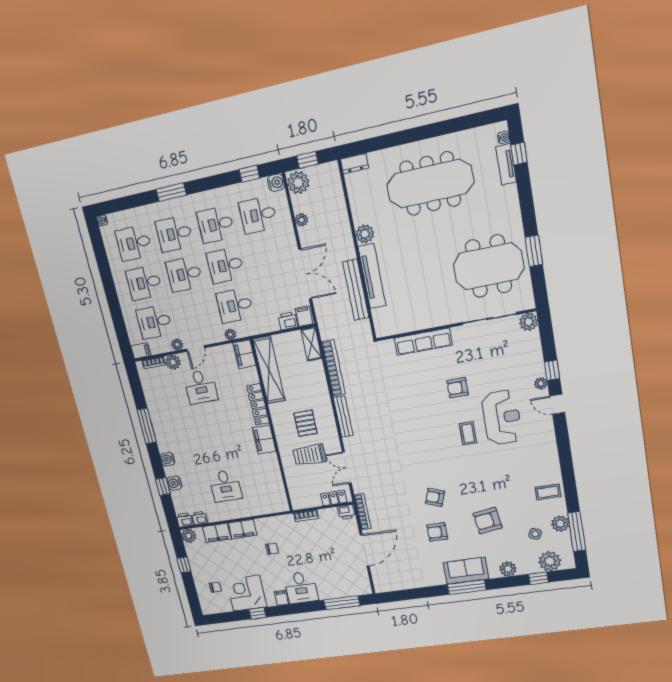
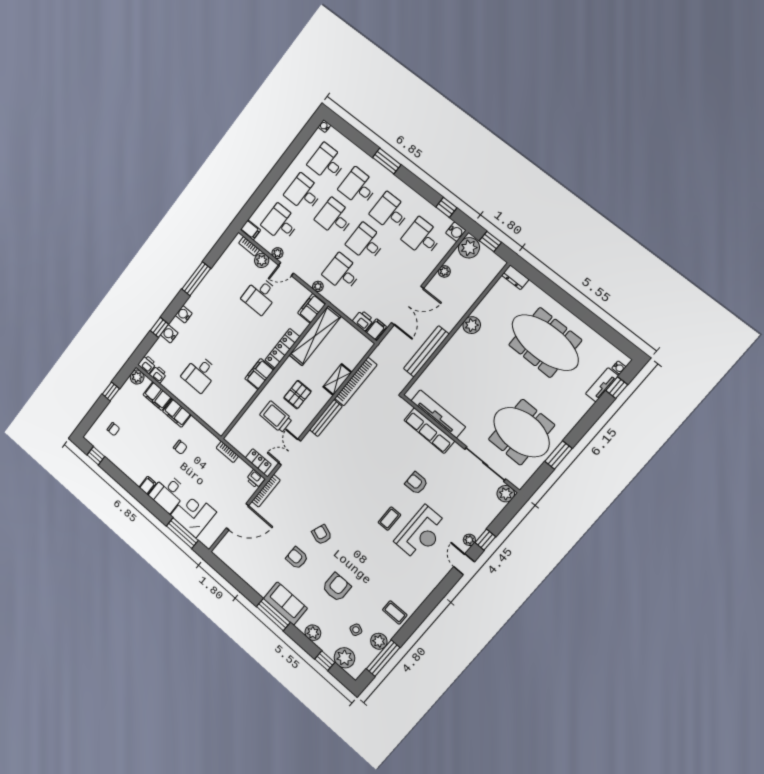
tv unit: (372, 276) -> (438, 414), moved, turned -90
shelving: (311, 344) -> (337, 380), moved
armchair: (488, 521) -> (337, 587), turned 98
corner desk: (246, 593) -> (193, 514), moved
window: (257, 613) -> (96, 456), moved

